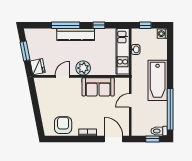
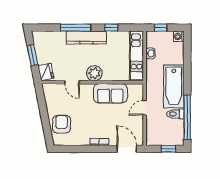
door: (62, 76) -> (72, 82), swing flipped
armchair: (63, 125) -> (62, 124), moved
toilet: (159, 131) -> (175, 114), moved

